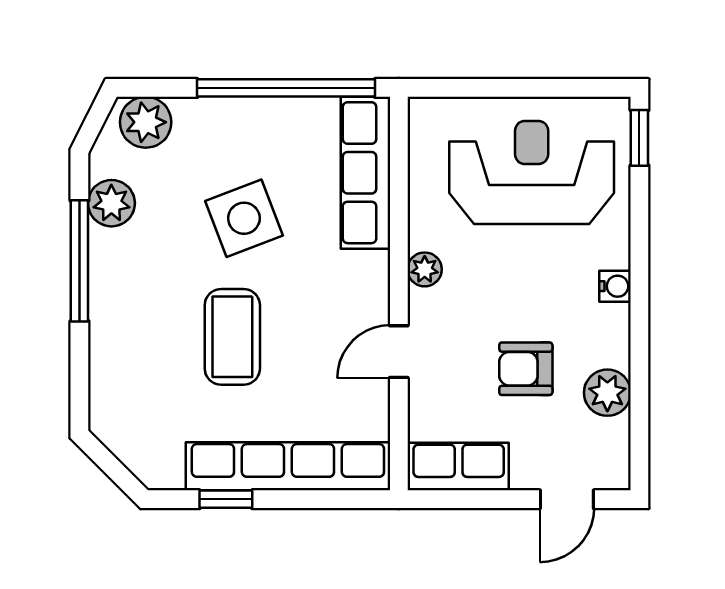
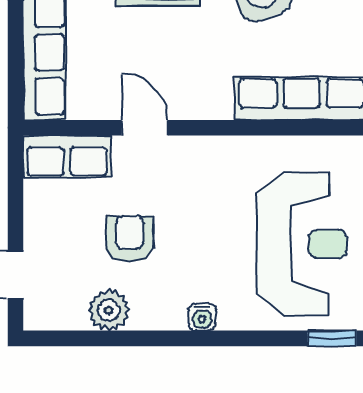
plant: (425, 269) -> (217, 150), removed
row of seats: (459, 467) -> (67, 156), moved, turned 90

